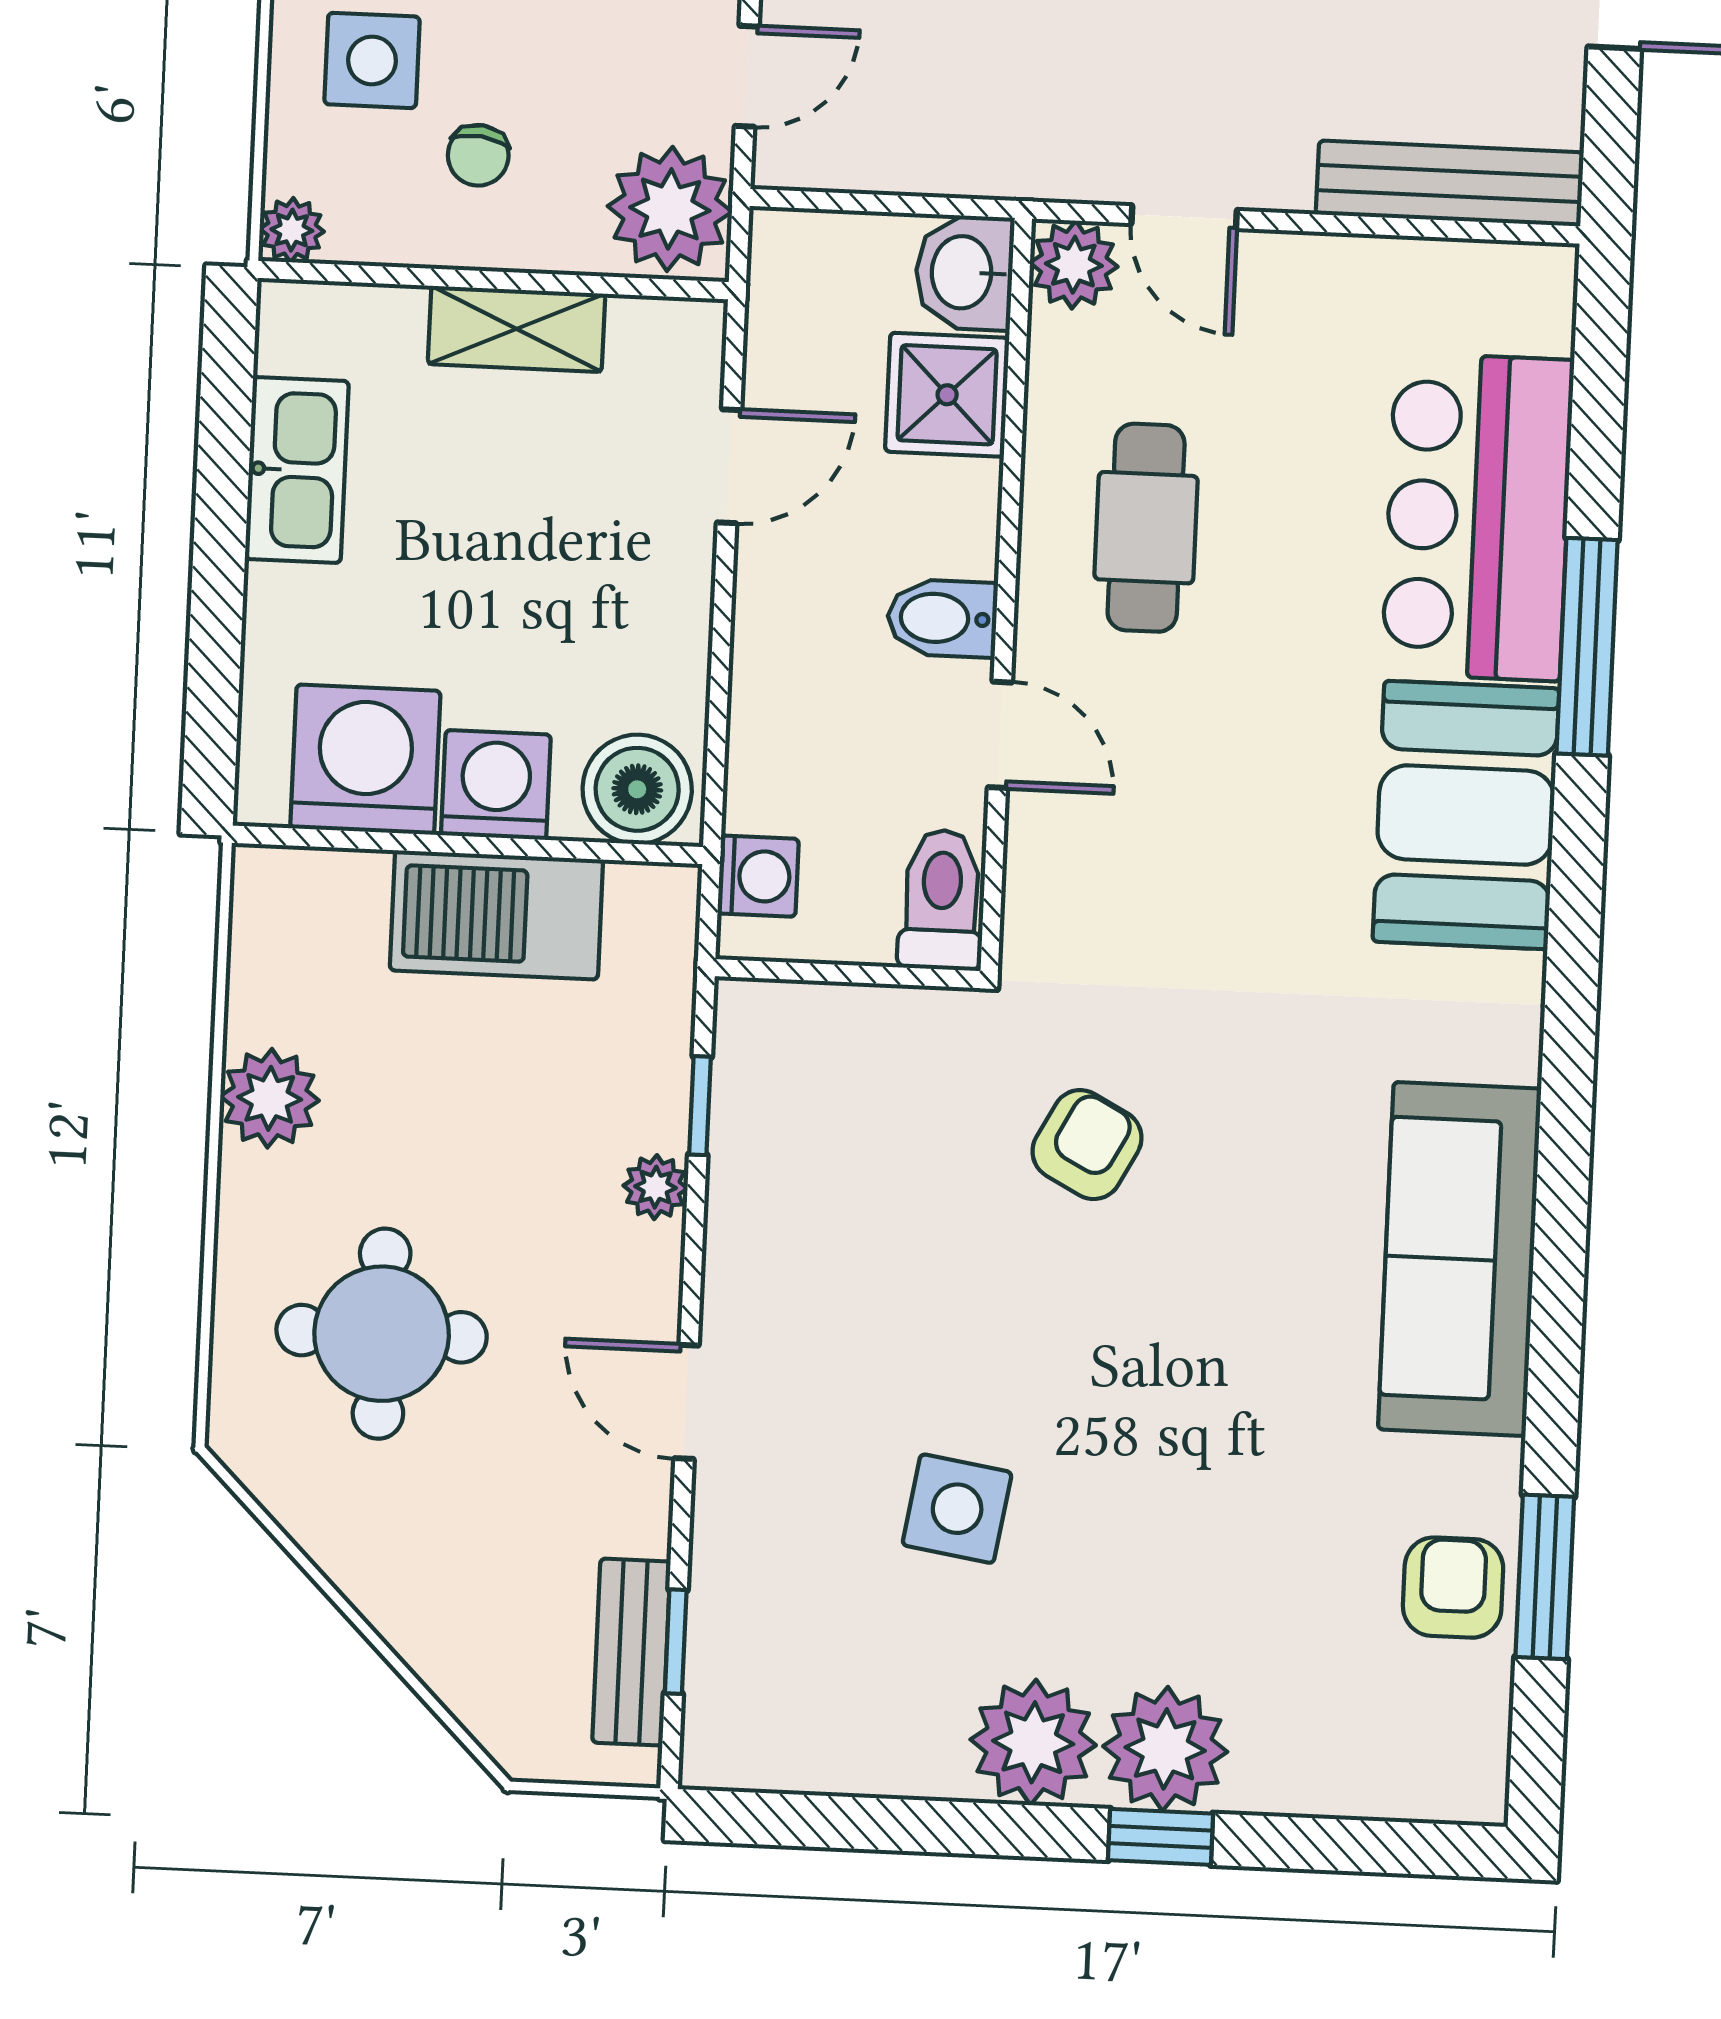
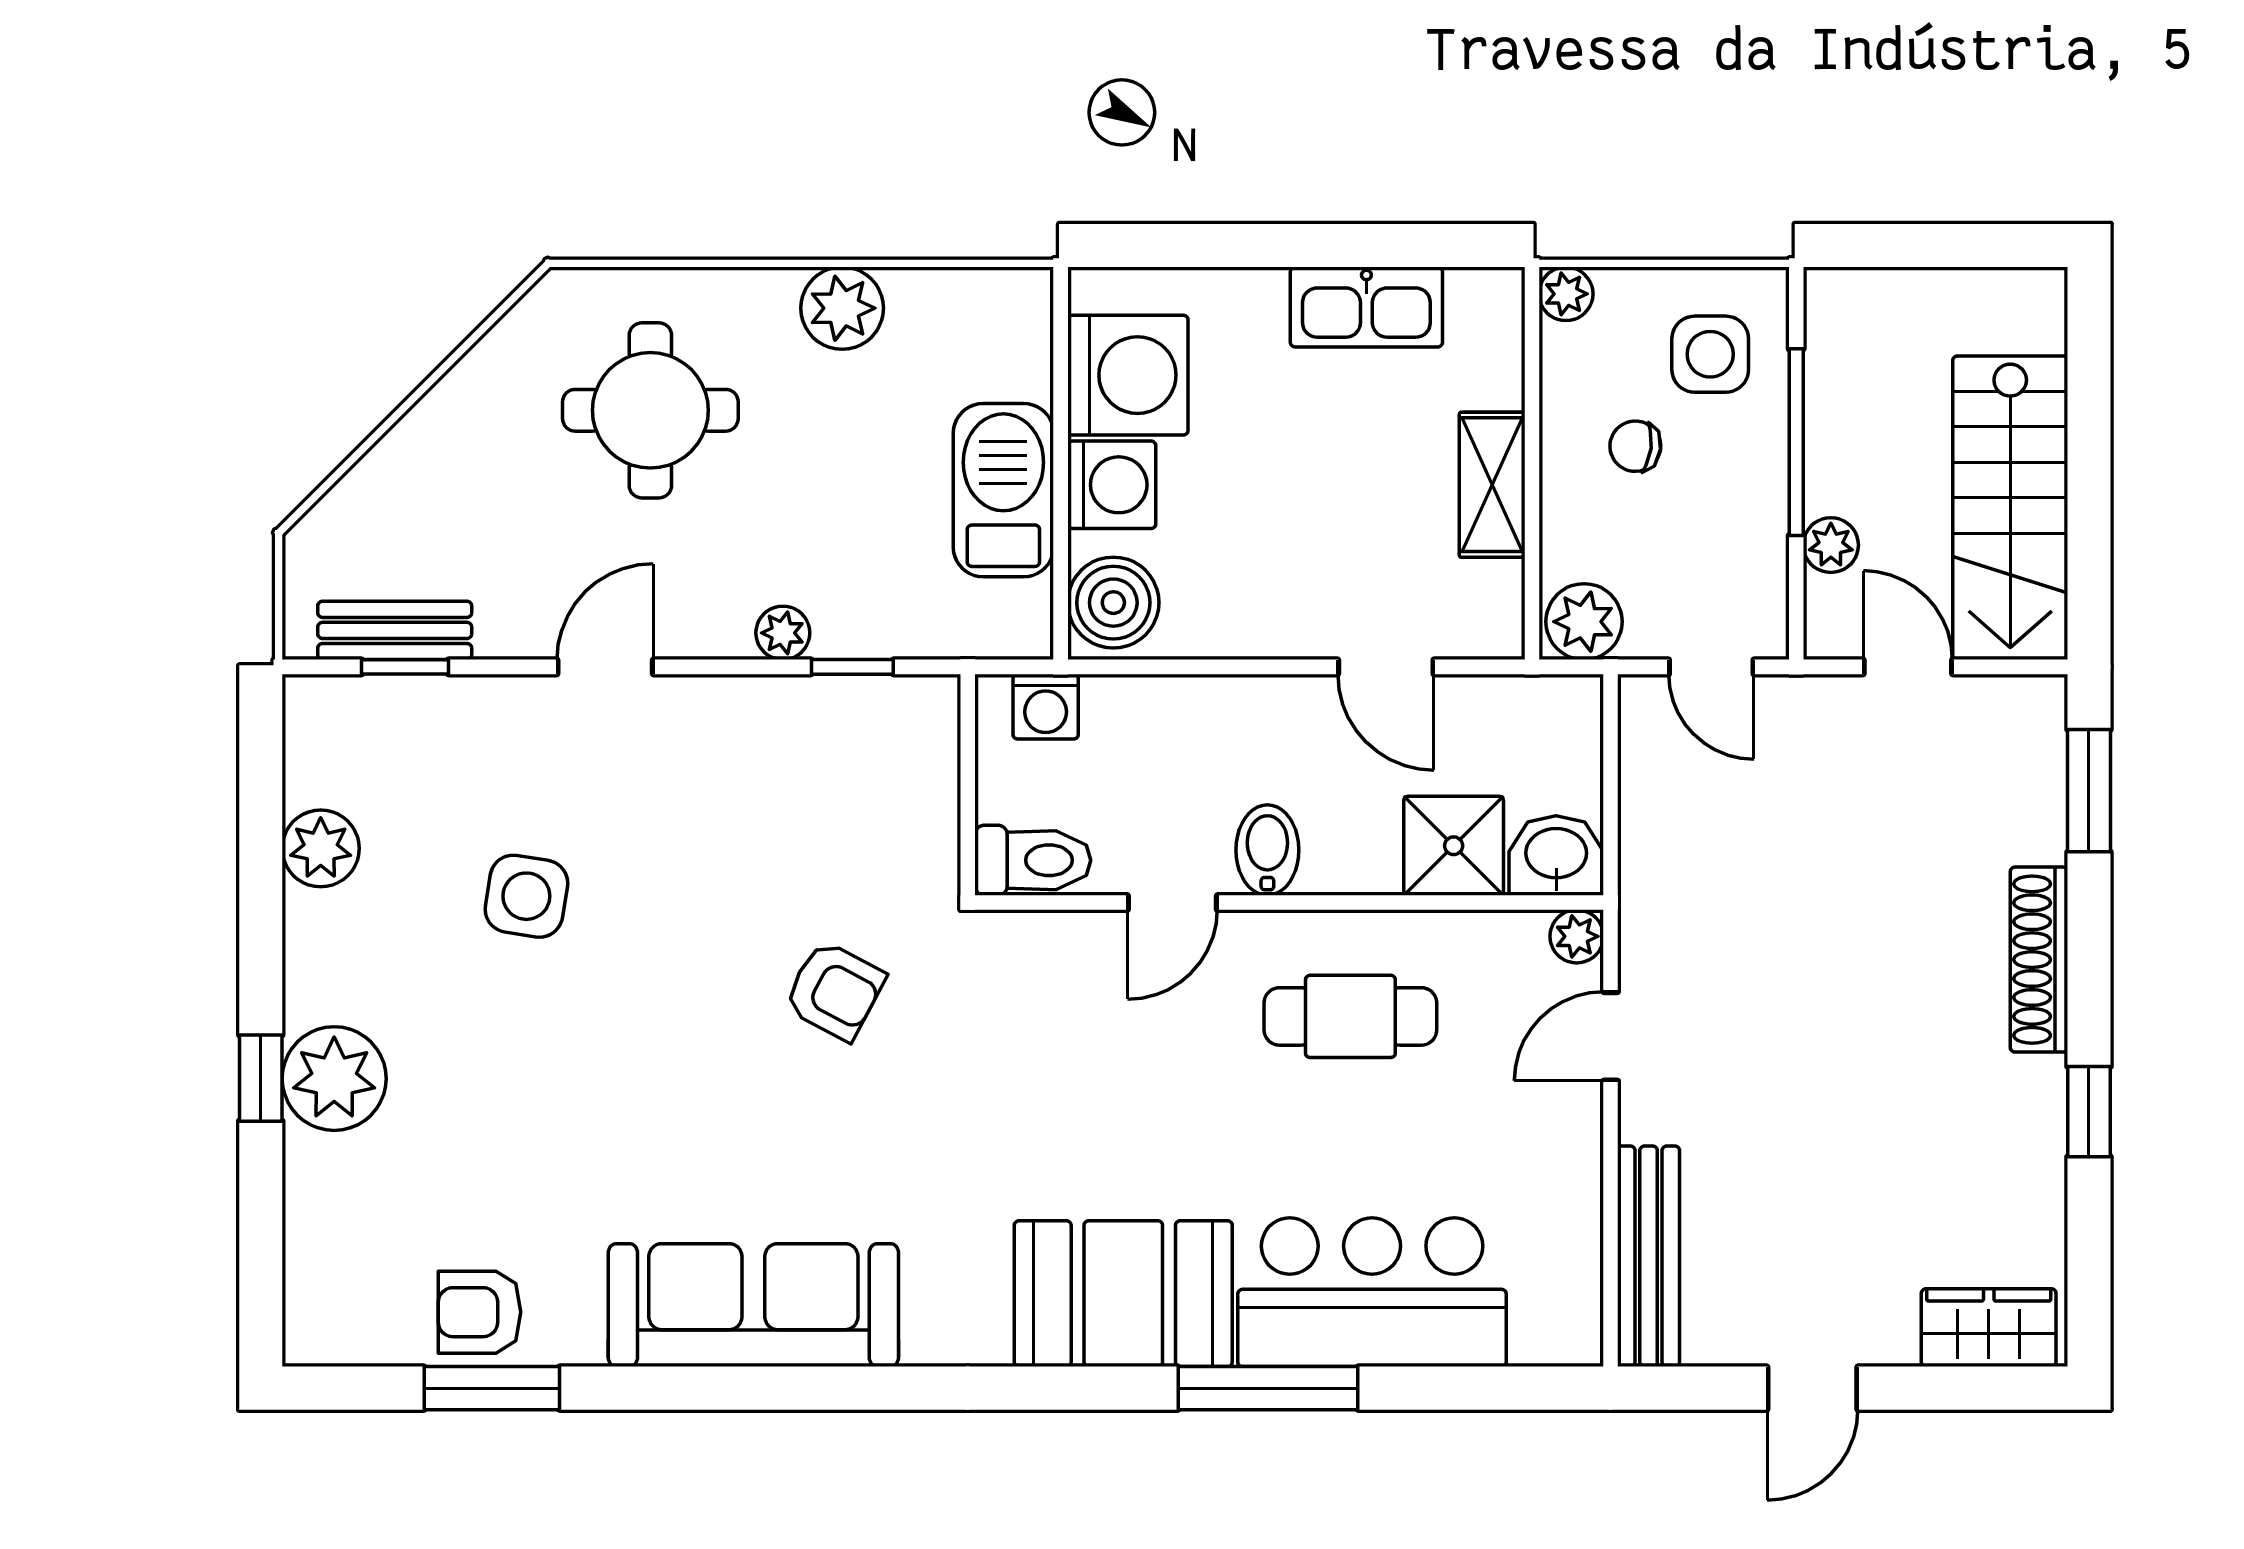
plant: (670, 209) -> (1584, 622), width x0.73, depth x0.73
plant: (1074, 265) -> (1577, 936), width x0.73, depth x0.73
armchair: (1453, 1588) -> (480, 1312), turned 180
plant: (1033, 1742) -> (321, 848), moved, width x0.73, depth x0.73

